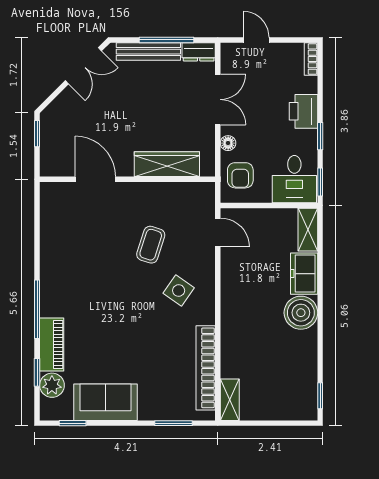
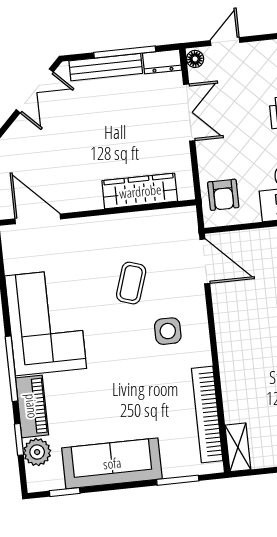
door: (256, 40) -> (225, 41), hinge flipped
floor lamp: (228, 143) -> (195, 59), moved
door: (95, 179) -> (38, 219), moved
door: (218, 232) -> (205, 261), width x1.38
corner sofa: (72, 271) -> (46, 322), added
side table: (179, 291) -> (168, 331), turned -35
sofa: (106, 402) -> (112, 463), width x1.36

